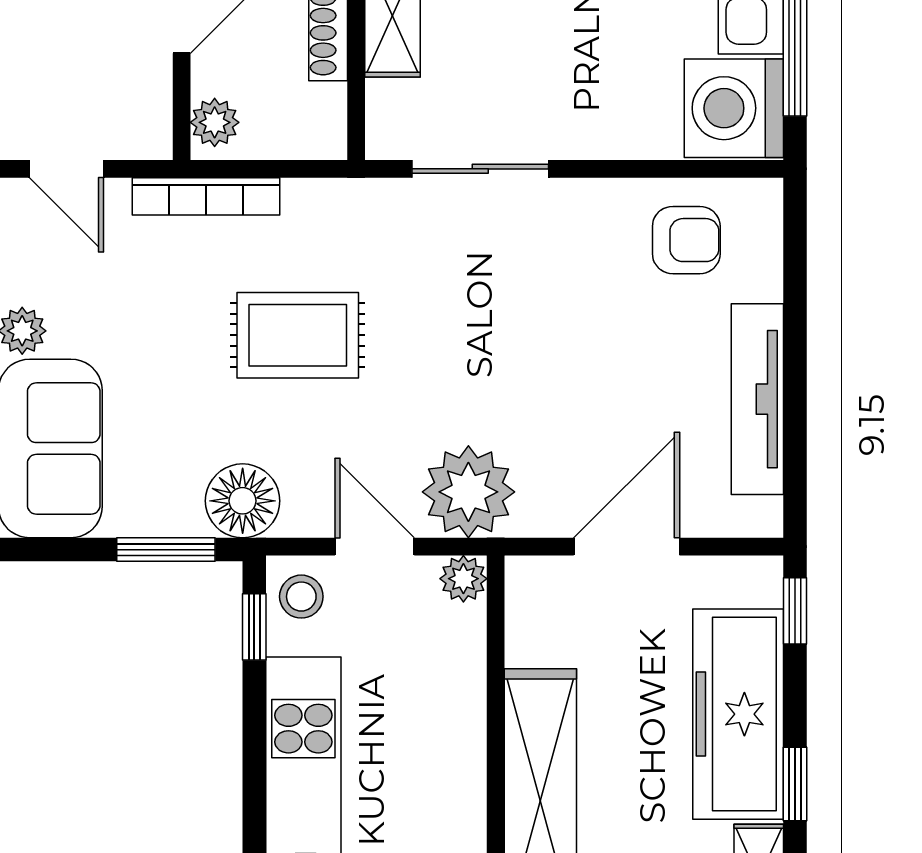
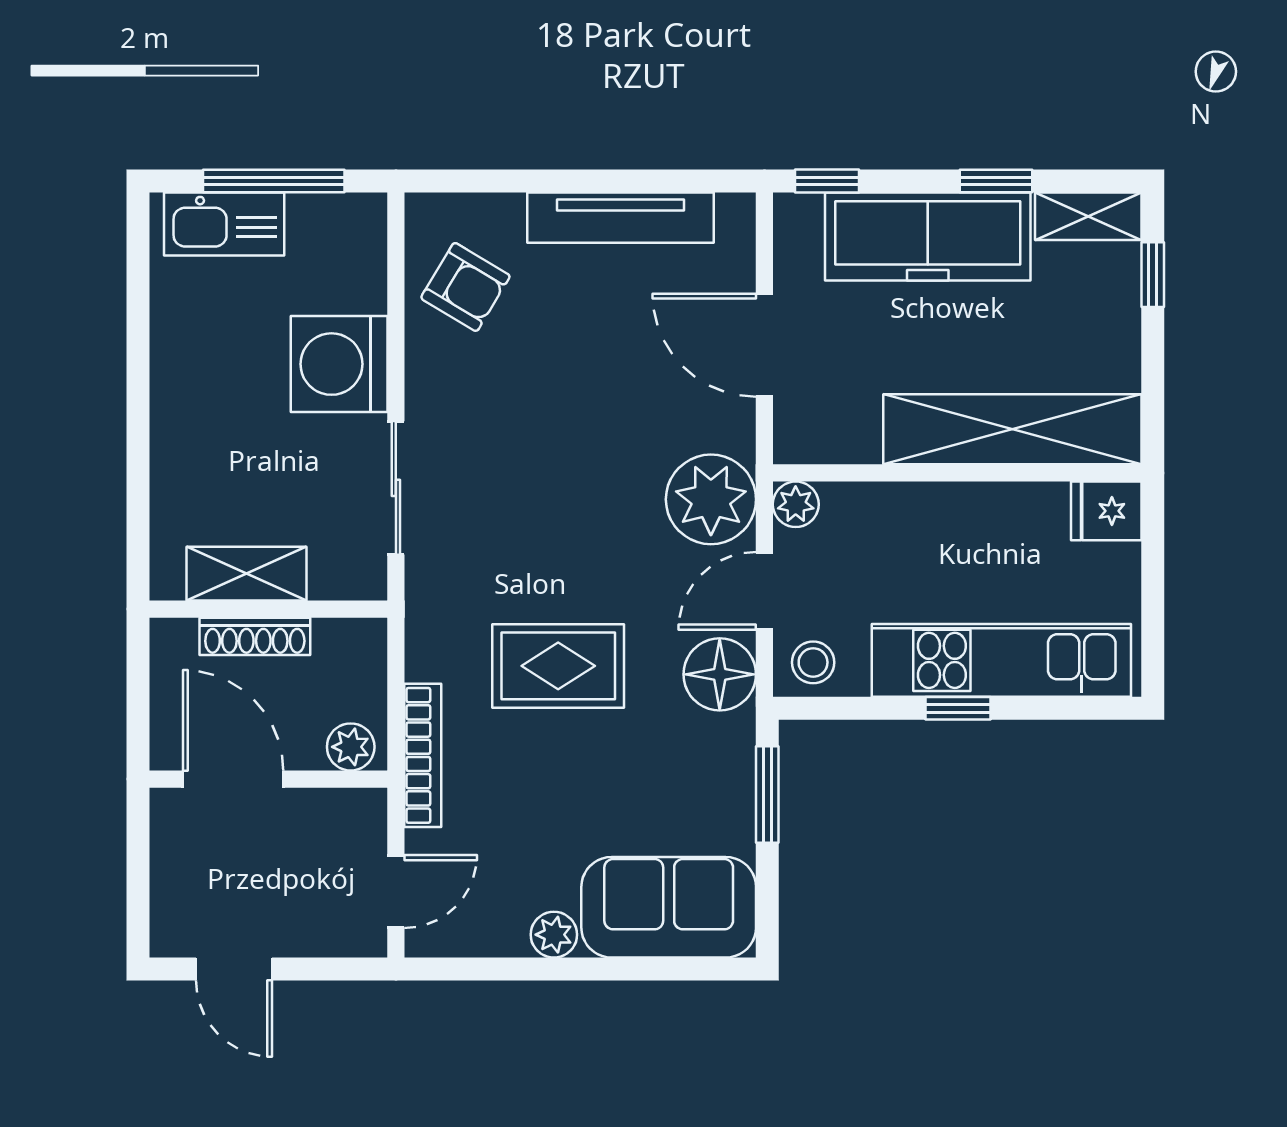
washing machine: (734, 108) -> (339, 364), moved, turned 90
armchair: (686, 240) -> (465, 287), turned 121
rug: (298, 335) -> (558, 666), turned 90
floor lamp: (243, 501) -> (720, 674), moved
window: (254, 627) -> (958, 708), moved

